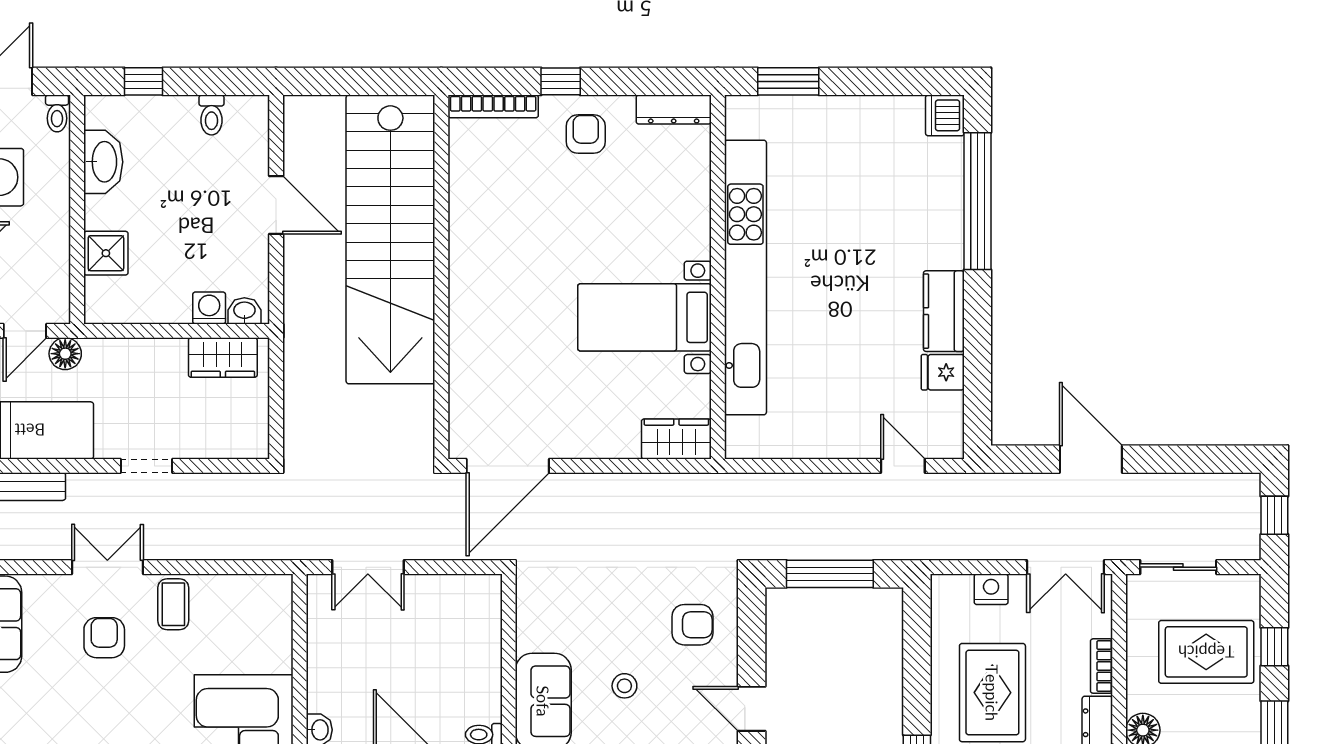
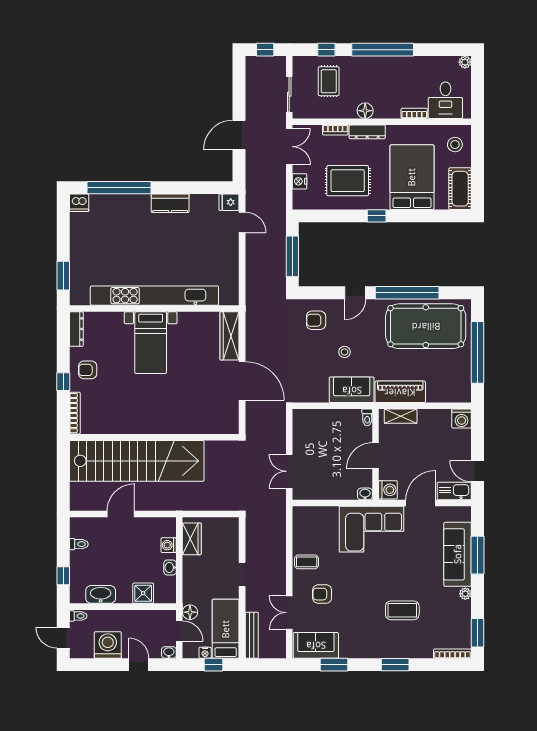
washbasin: (244, 311) -> (170, 567), moved
bed with nightstands: (644, 317) -> (151, 343), moved
fridge: (943, 372) -> (229, 202), moved, turned 90
wardrobe: (676, 439) -> (230, 336), width x1.50
door: (508, 466) -> (242, 381), moved
door: (903, 466) -> (242, 222), swing flipped
double door: (107, 567) -> (289, 613), moved
double door: (368, 567) -> (289, 471), swing flipped
armchair: (692, 625) -> (316, 320), turned -90
rug: (1206, 652) -> (329, 81), width x0.73, depth x0.70

